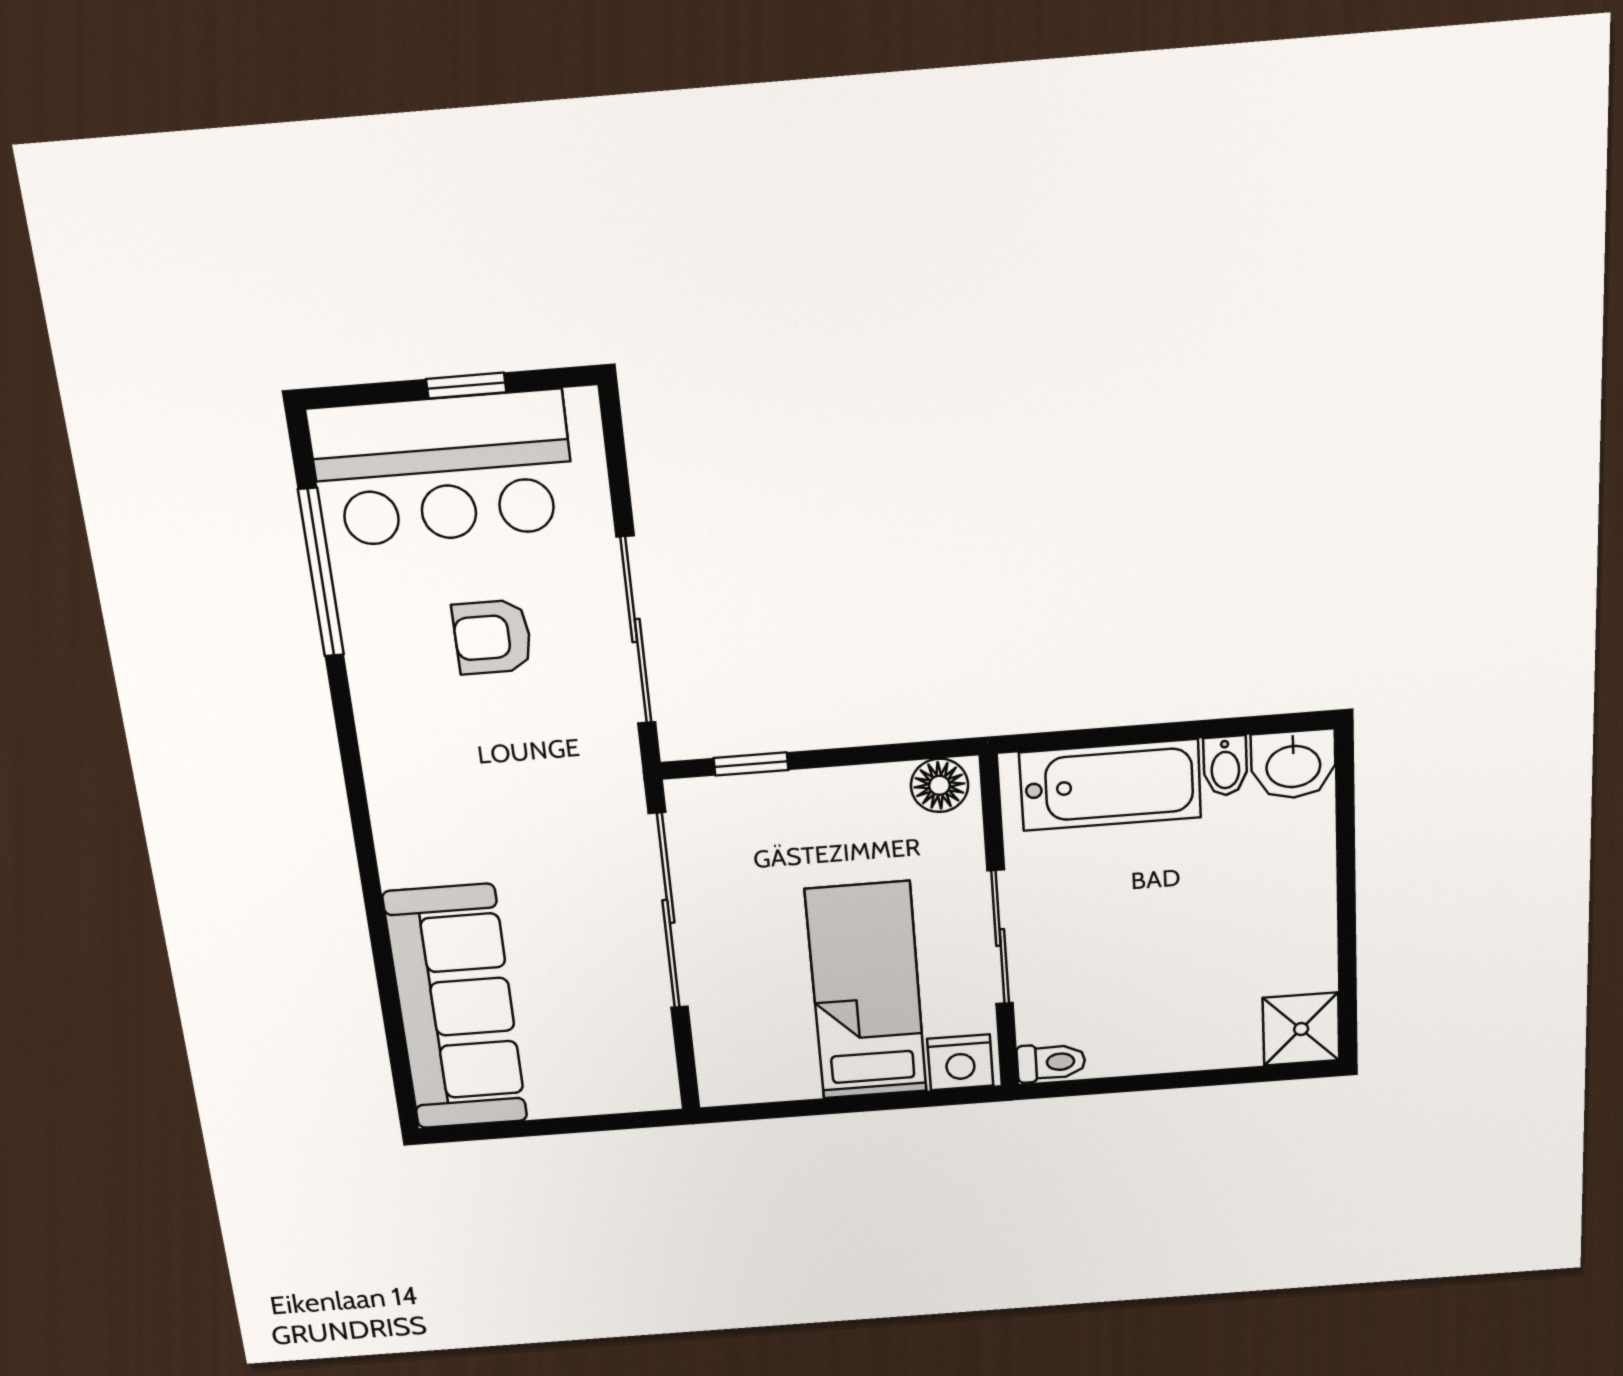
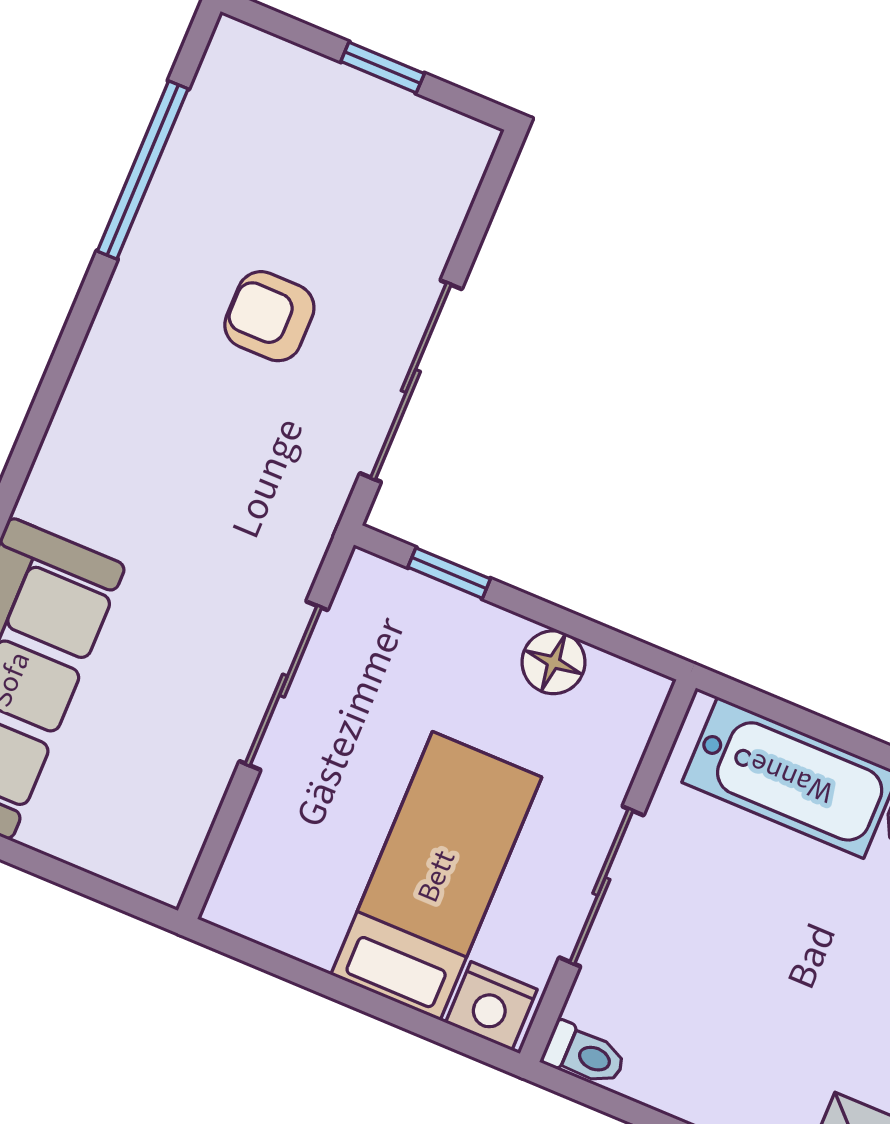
bar counter: (443, 469) -> (316, 132), removed
floor lamp: (939, 785) -> (553, 662), moved
sliding door: (668, 911) -> (283, 686), width x0.73

